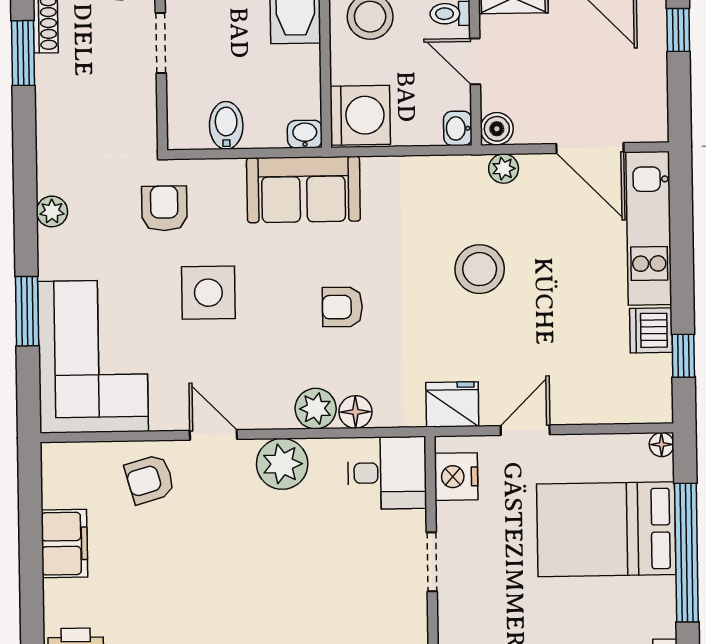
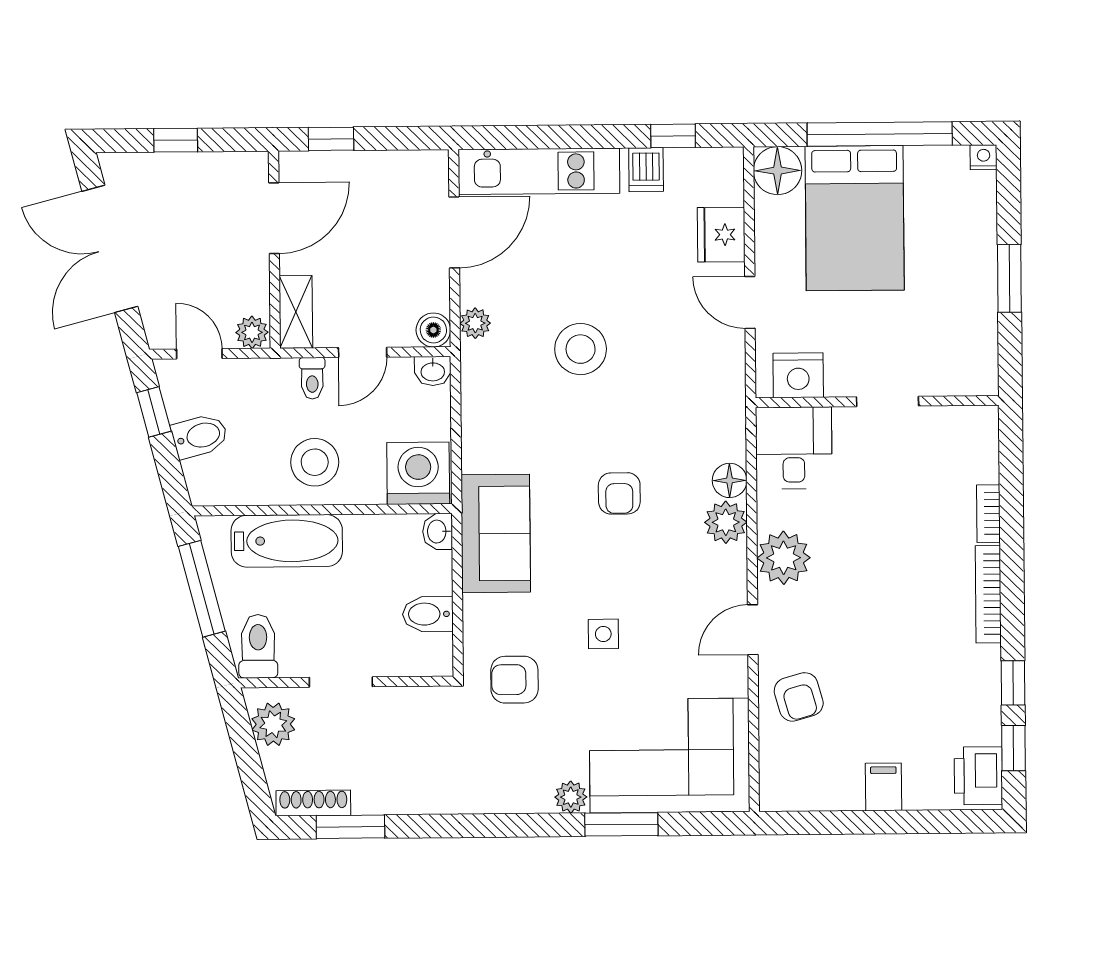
plant: (52, 211) -> (571, 797), moved
side table: (208, 293) -> (603, 634), width x0.54, depth x0.54
dishwasher: (651, 330) -> (646, 170), width x0.73
fridge: (452, 404) -> (721, 235), moved
floor lamp: (662, 445) -> (777, 171), width x1.89, depth x1.89
filing cabinet: (64, 544) -> (883, 787), width x0.50

